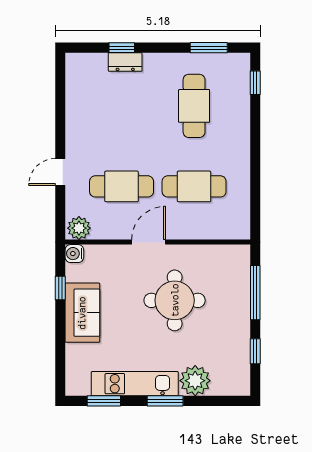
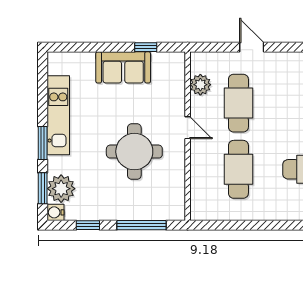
plant: (79, 228) -> (200, 85), moved
door: (149, 242) -> (188, 128), width x0.73
water cooler: (74, 254) -> (55, 212), moved, turned -90
plant: (195, 381) -> (61, 189), moved
window: (104, 401) -> (43, 188), moved

